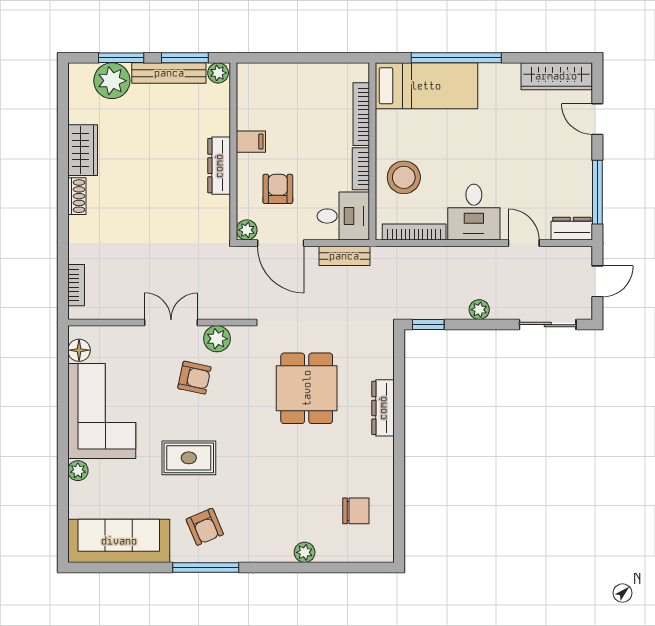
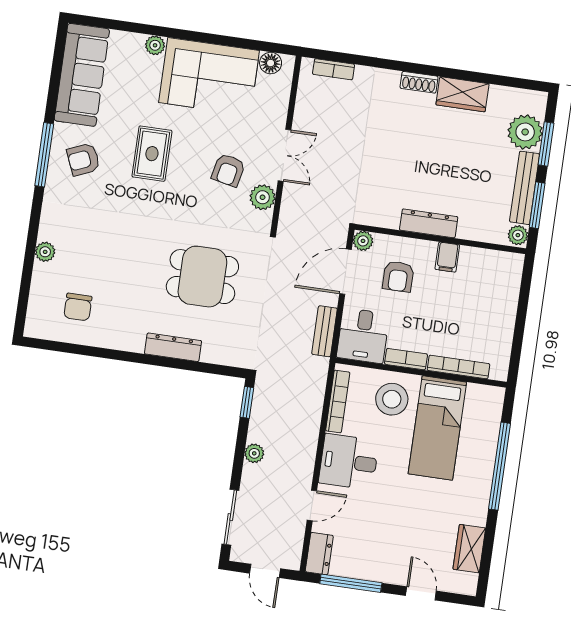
wardrobe: (556, 76) -> (469, 549), width x0.67
bed: (426, 86) -> (437, 428), moved
door: (597, 119) -> (421, 593), hinge flipped
armchair: (278, 189) -> (398, 277), turned 90

